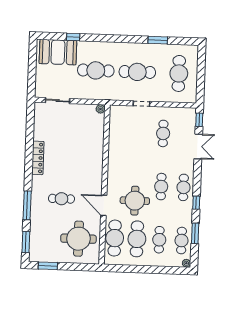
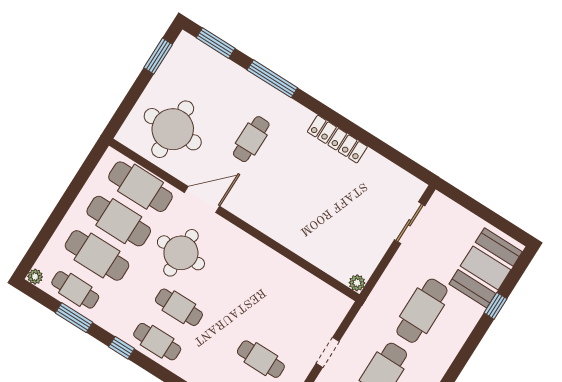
cafe table: (159, 240) -> (97, 255), width x1.37, depth x1.35

